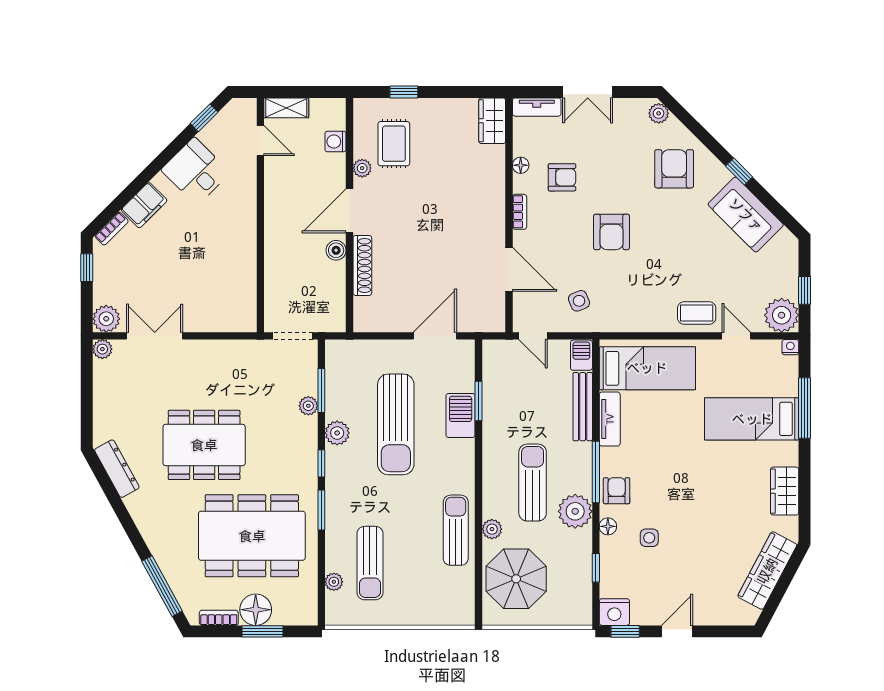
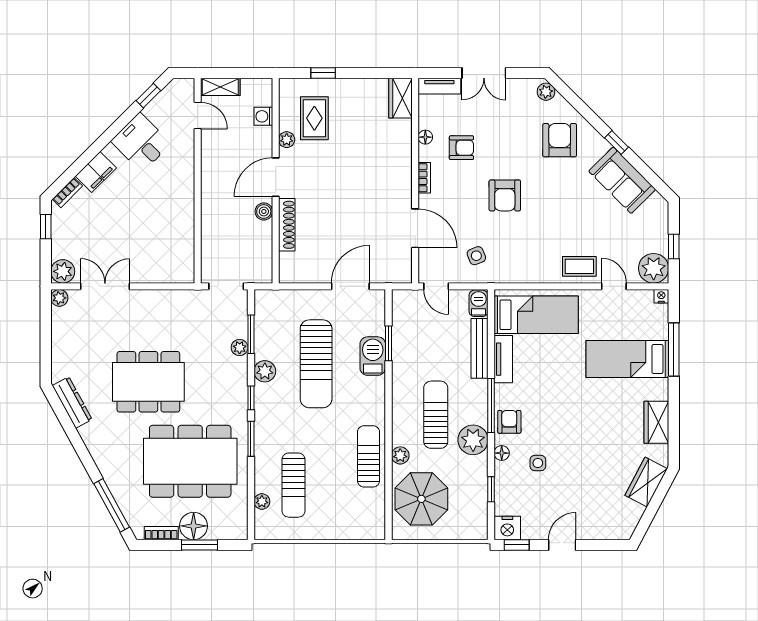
wardrobe: (767, 571) -> (646, 482), width x0.67

